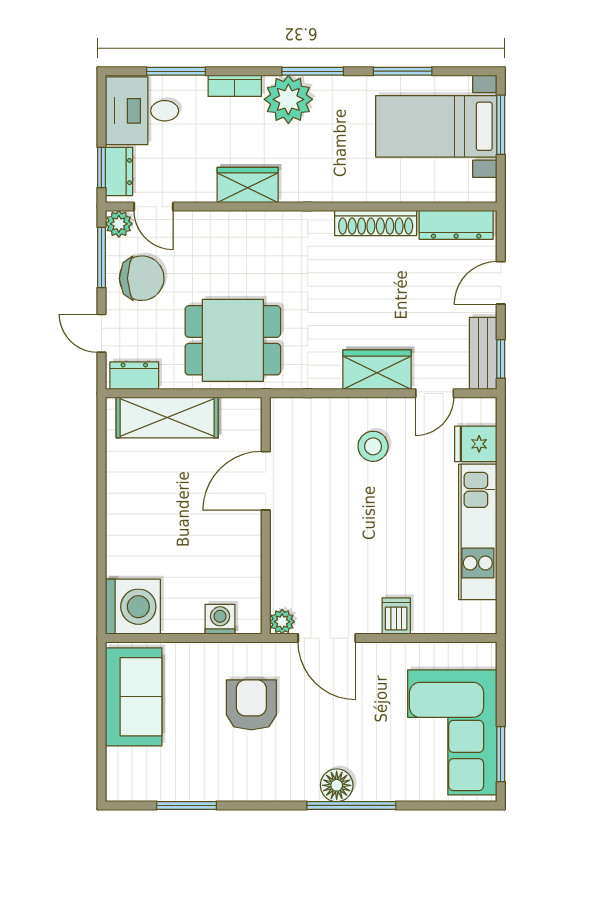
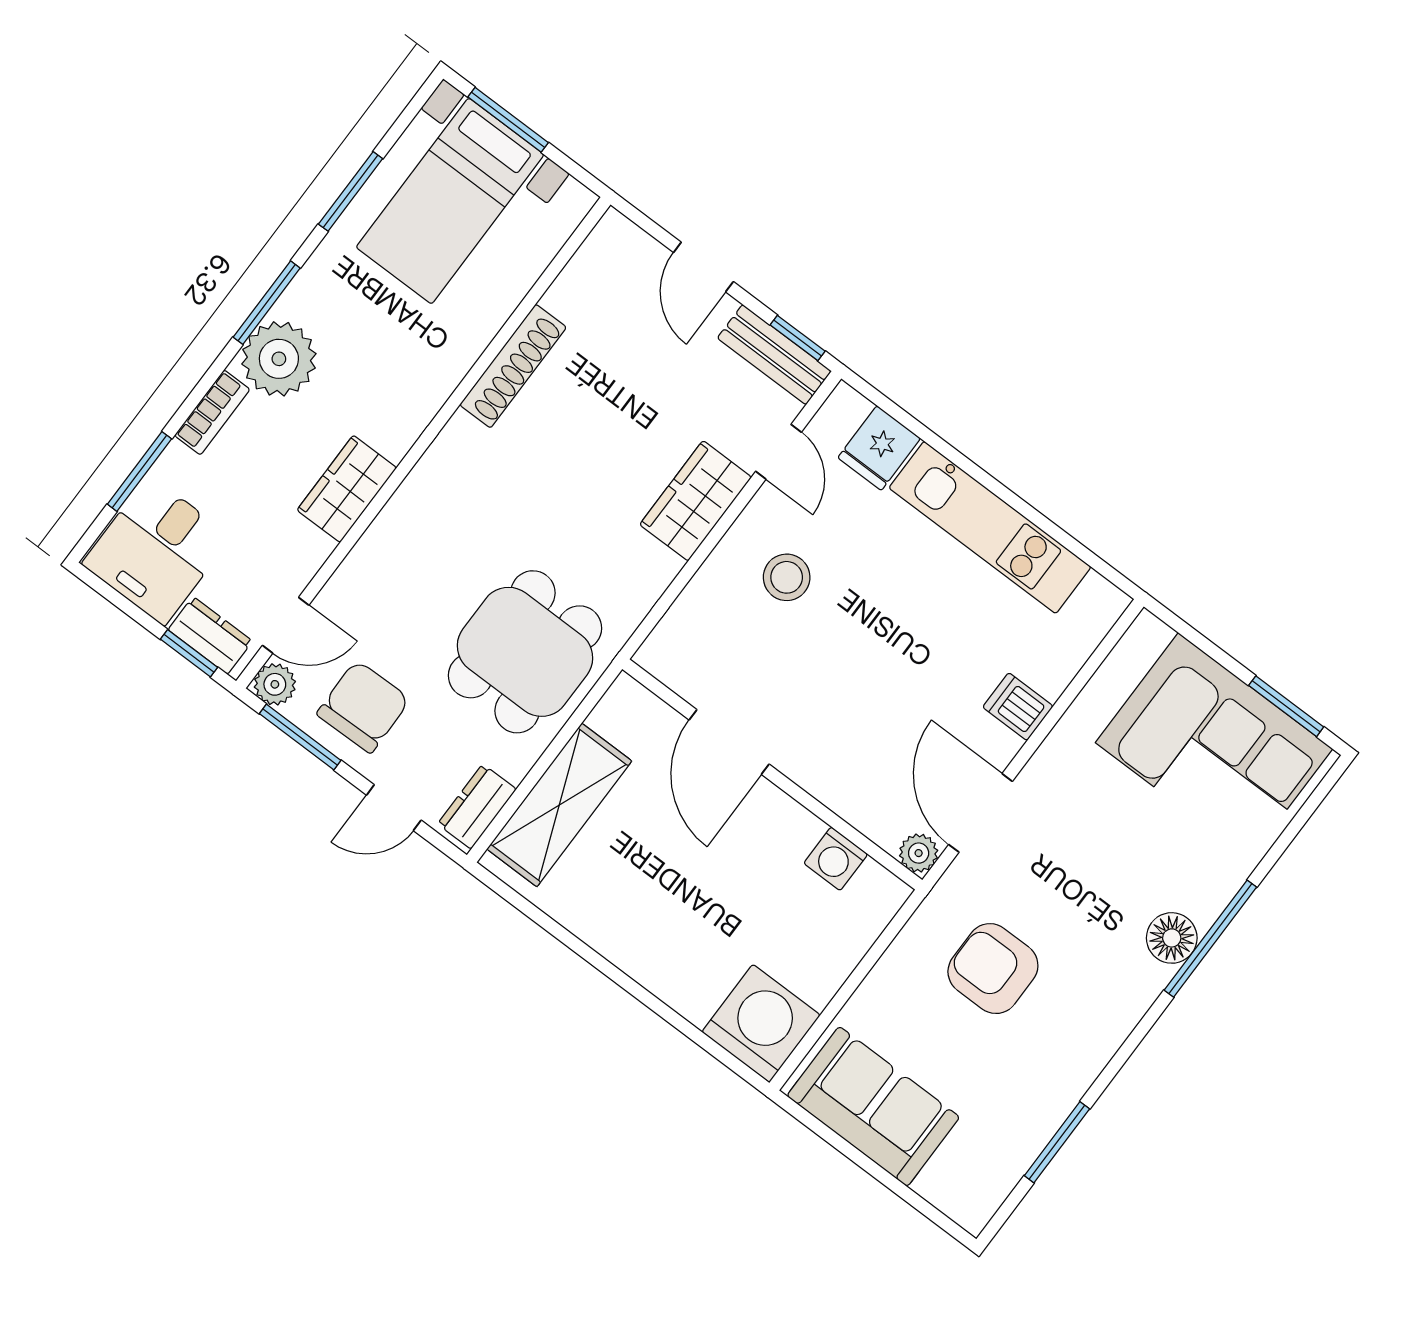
dresser: (456, 225) -> (590, 268), removed
washing machine: (220, 619) -> (836, 859), moved, turned -90
door: (327, 638) -> (981, 813), swing flipped

